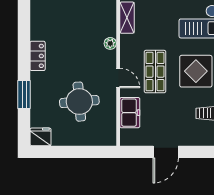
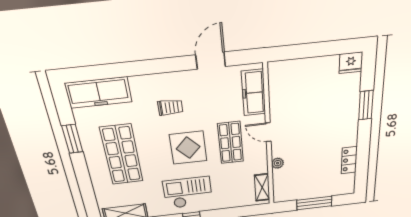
locker: (38, 56) -> (349, 160), moved
round table: (79, 102) -> (308, 105), removed
freezer: (130, 113) -> (254, 93), width x1.40

